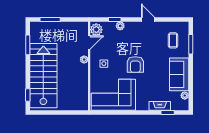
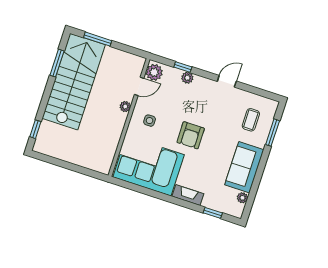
door: (148, 19) -> (227, 81), hinge flipped
stairs: (43, 76) -> (74, 82), moved
fireplace: (160, 106) -> (188, 195), moved

